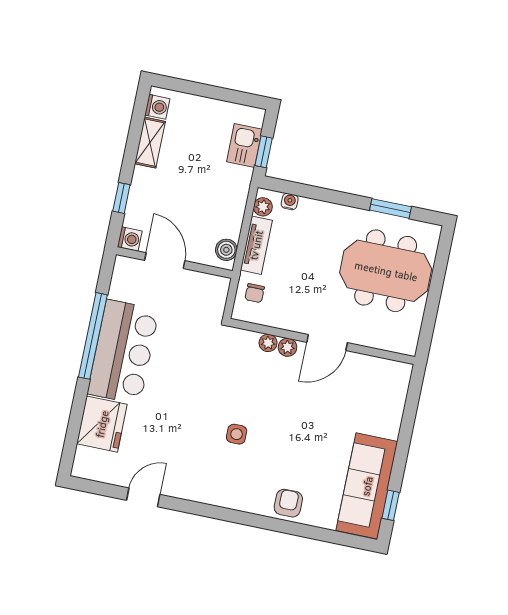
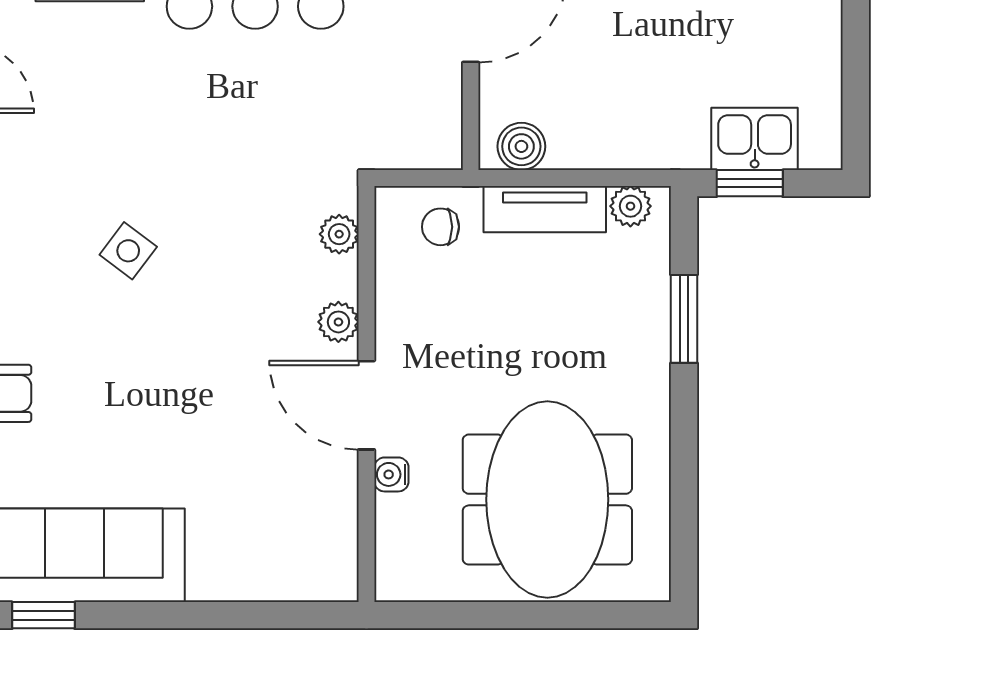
water cooler: (290, 202) -> (391, 474), moved, turned 180
window: (390, 208) -> (684, 319), moved
plant: (268, 343) -> (339, 234), moved
side table: (237, 434) -> (128, 251), turned 37

